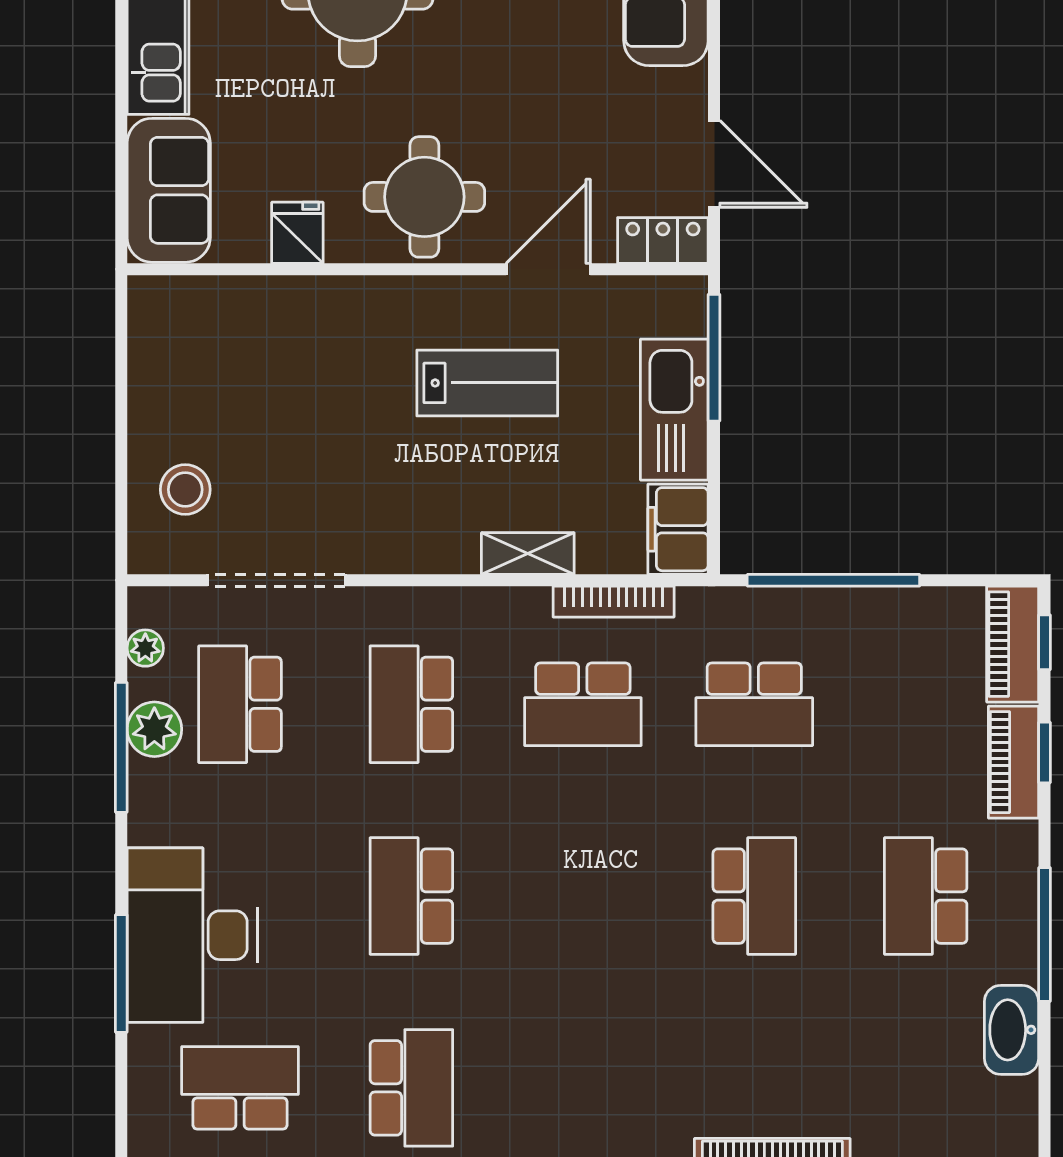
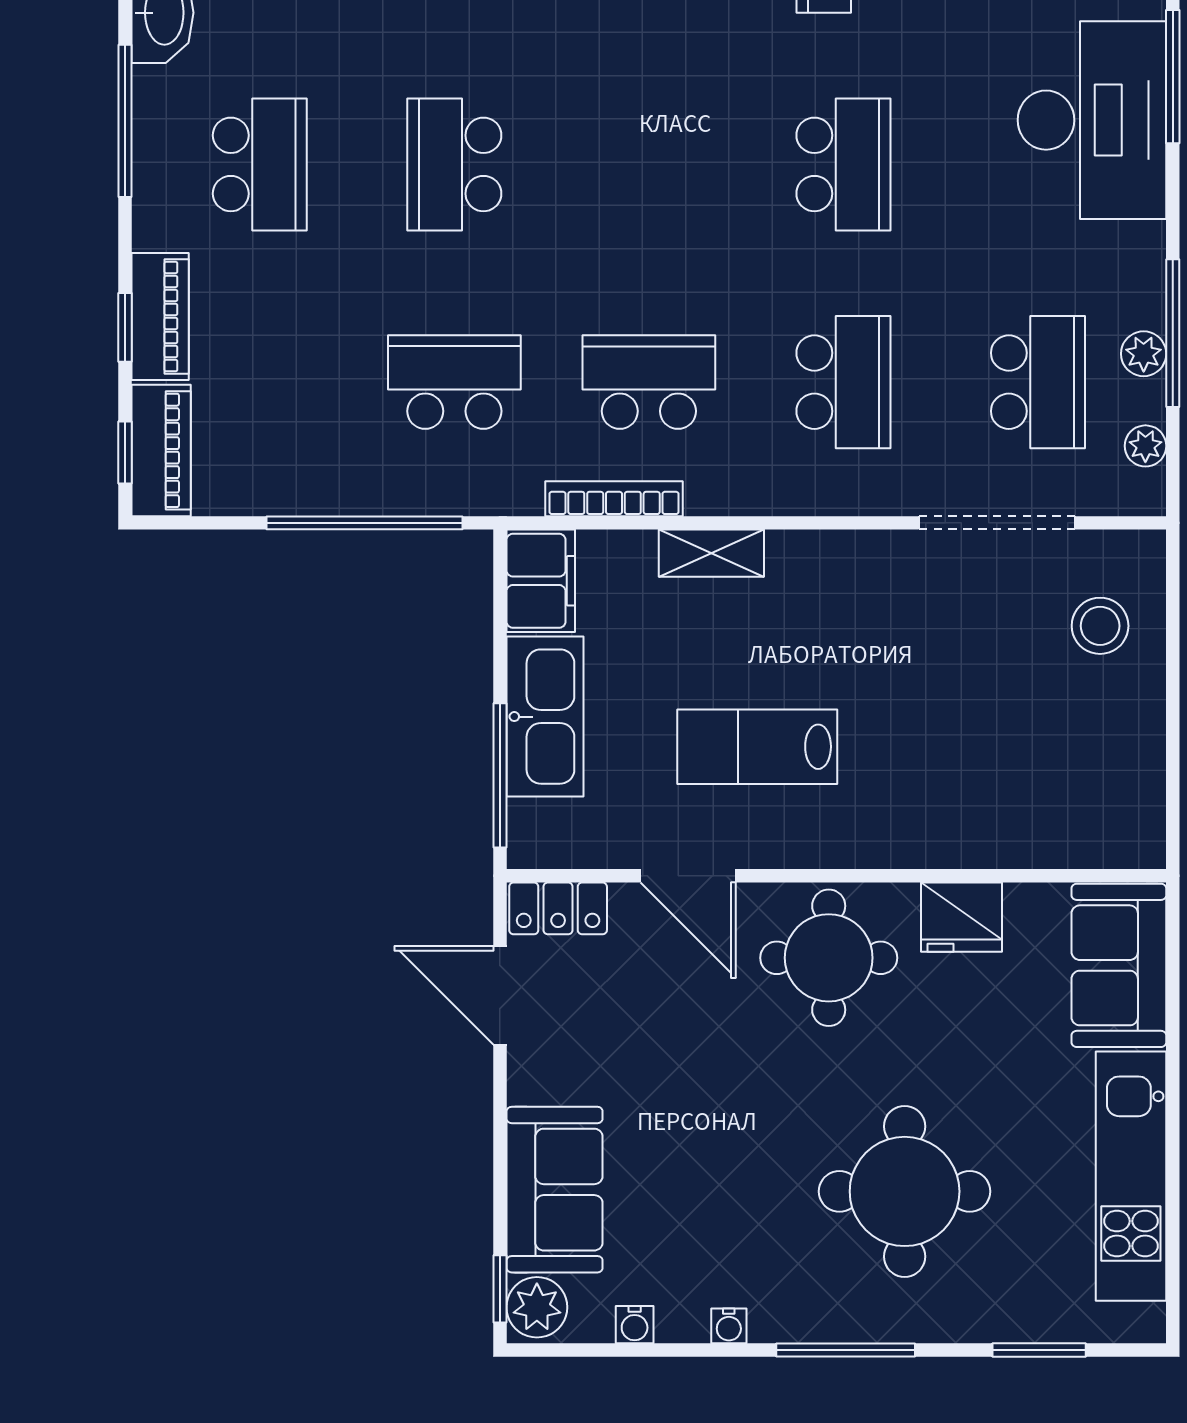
fridge: (297, 233) -> (962, 917), width x1.38
door: (548, 269) -> (688, 876), hinge flipped
plant: (154, 729) -> (1144, 354), width x0.73, depth x0.73

